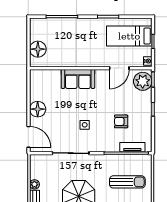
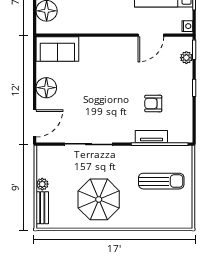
sofa: (78, 79) -> (57, 49), moved
plant: (143, 81) -> (186, 58), width x0.53, depth x0.53
side table: (85, 125) -> (107, 108), removed
door: (28, 137) -> (35, 123), hinge flipped
tv unit: (132, 147) -> (151, 136), moved

